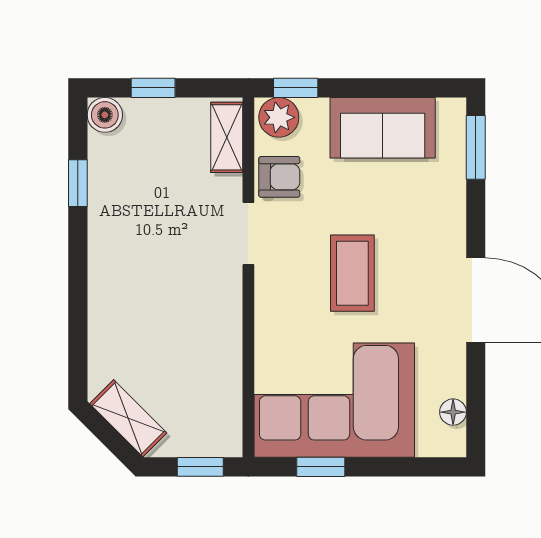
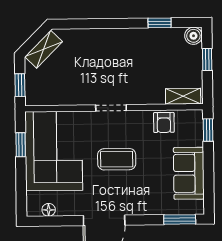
plant: (279, 117) -> (193, 122), removed
doorway: (248, 234) -> (111, 108), moved

